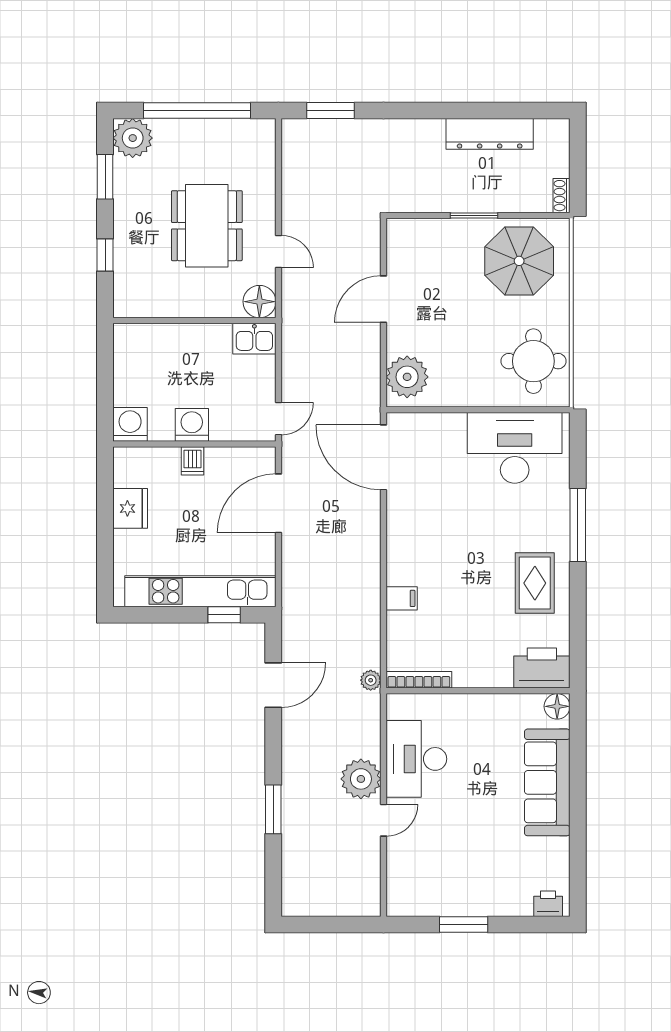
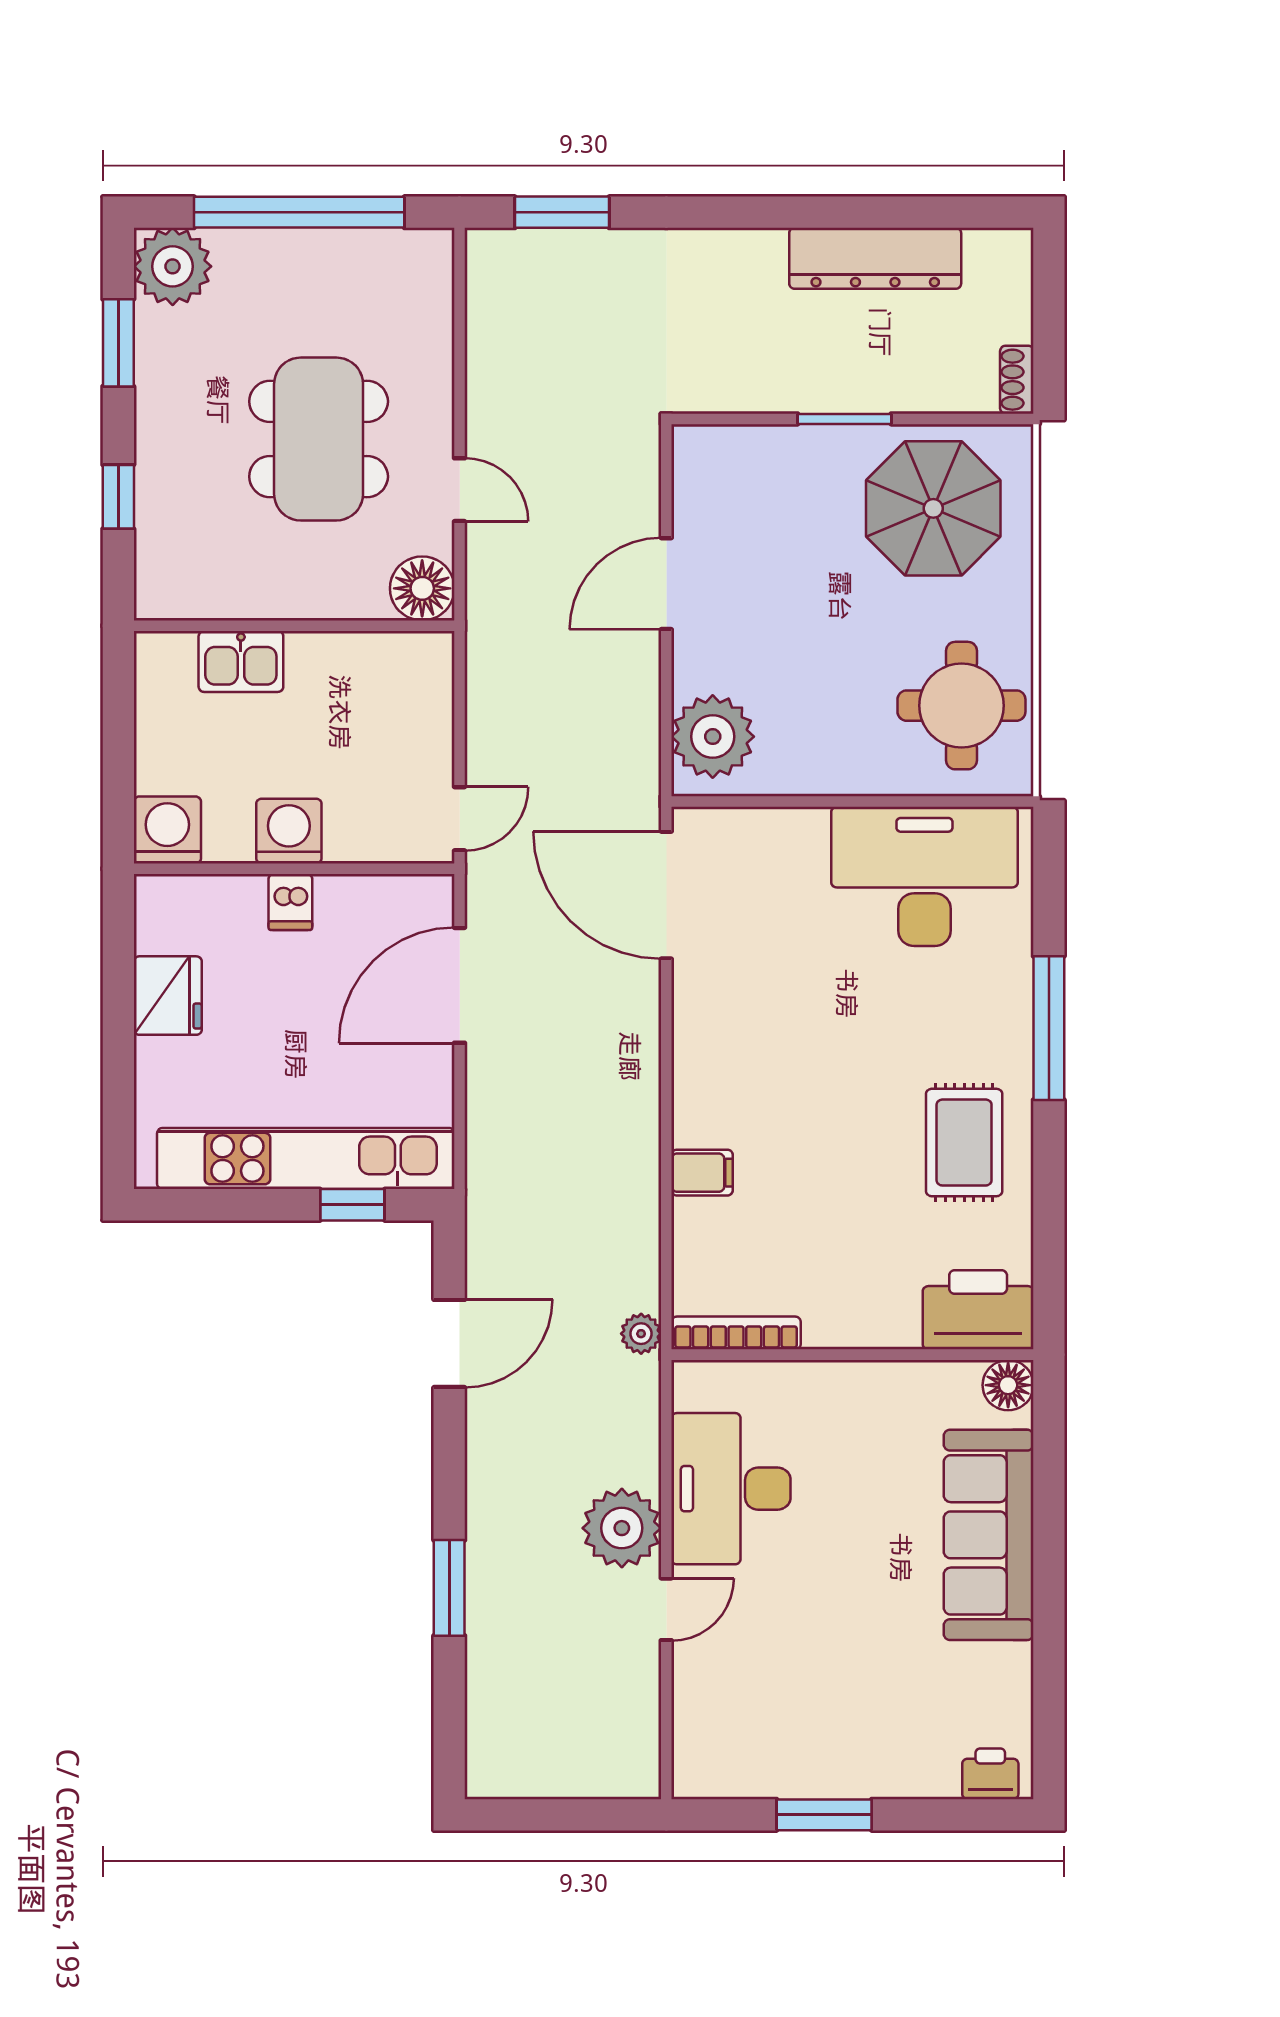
kitchen sink: (254, 339) -> (241, 661), moved

